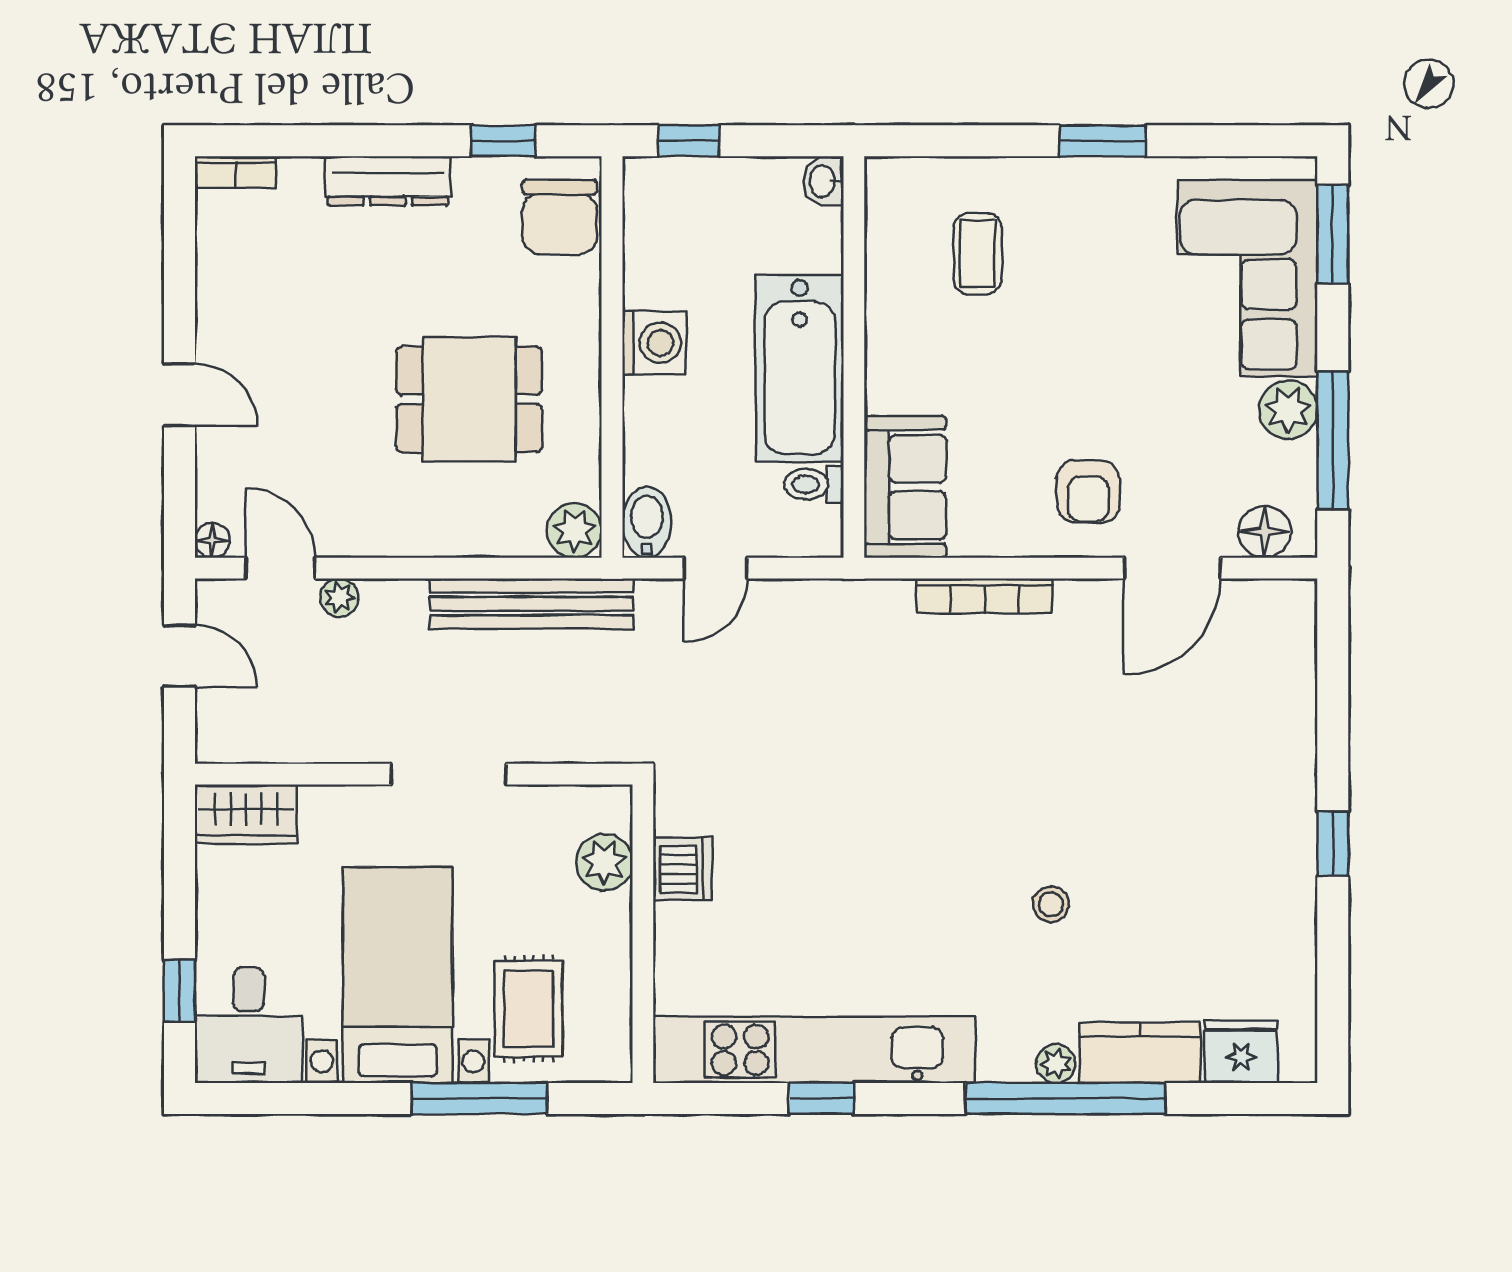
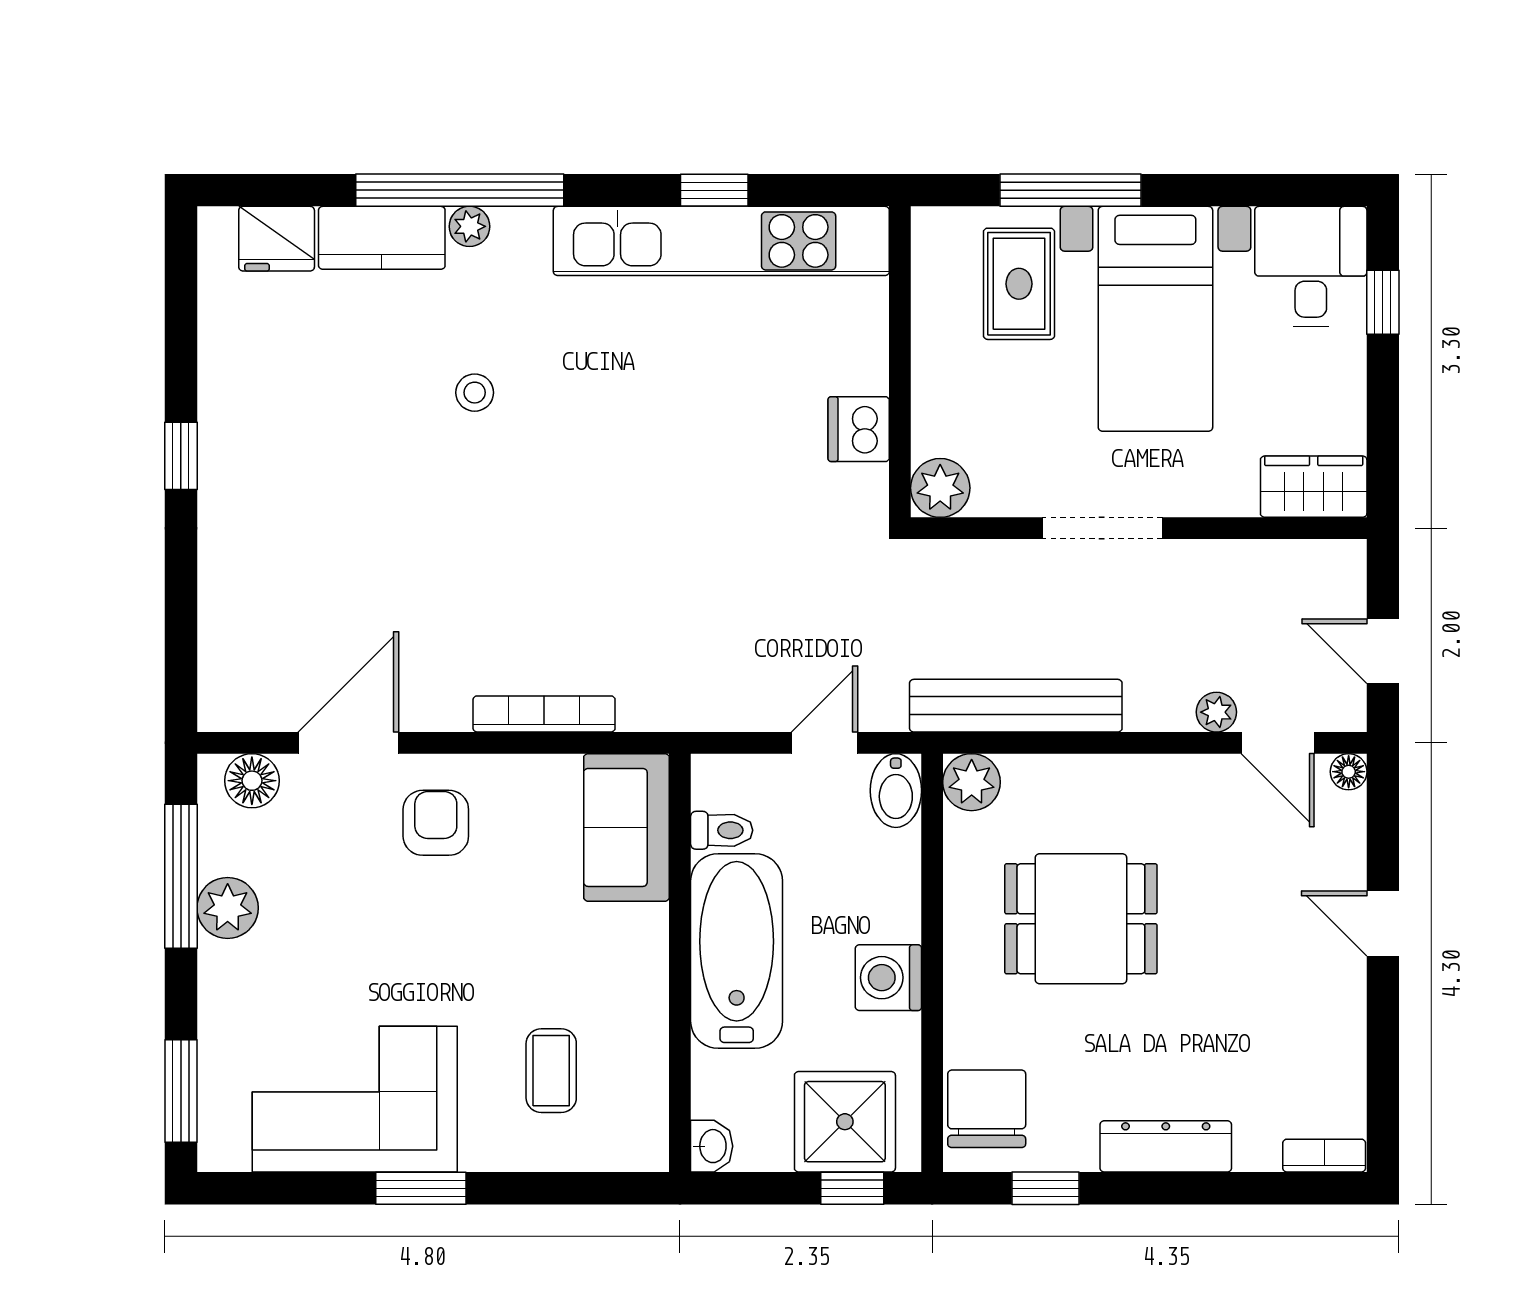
shower: (696, 205) -> (845, 1122), added
corner sofa: (1247, 278) -> (355, 1099), moved, turned -90
plant: (604, 862) -> (940, 488), moved

